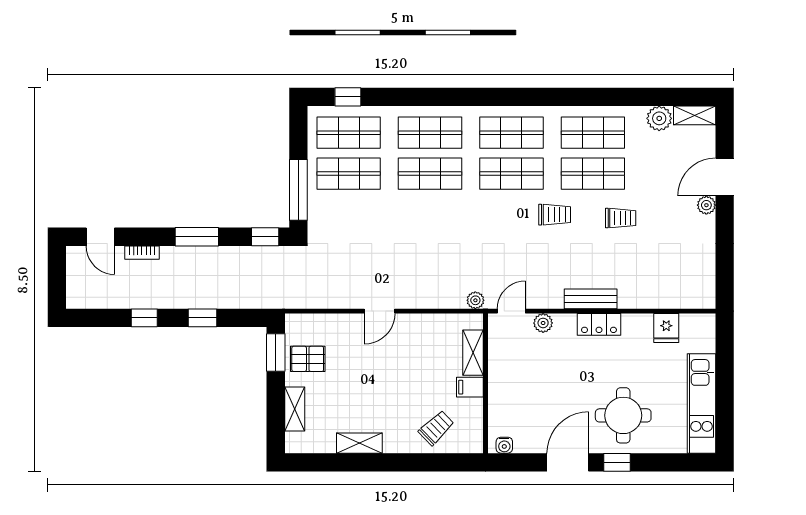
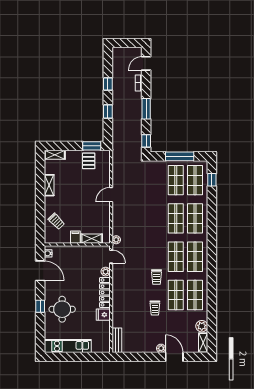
window: (298, 190) -> (180, 156), moved
bench: (591, 299) -> (117, 340), moved
door: (380, 311) -> (111, 195), hinge flipped
locker: (599, 324) -> (105, 292), width x1.53
fridge: (666, 328) -> (103, 315), moved
shelving: (295, 409) -> (55, 155), moved
door: (568, 462) -> (40, 271), moved

